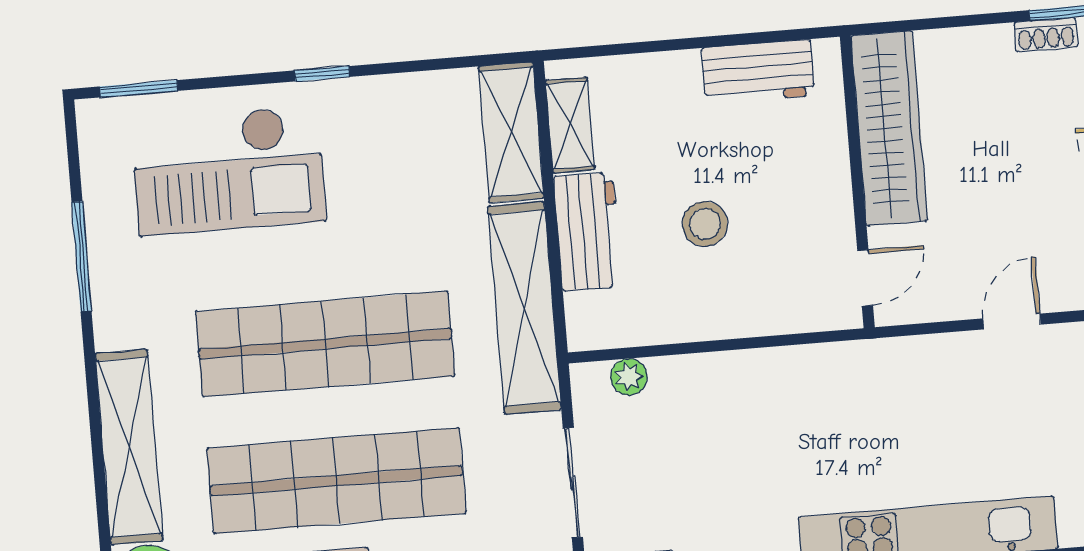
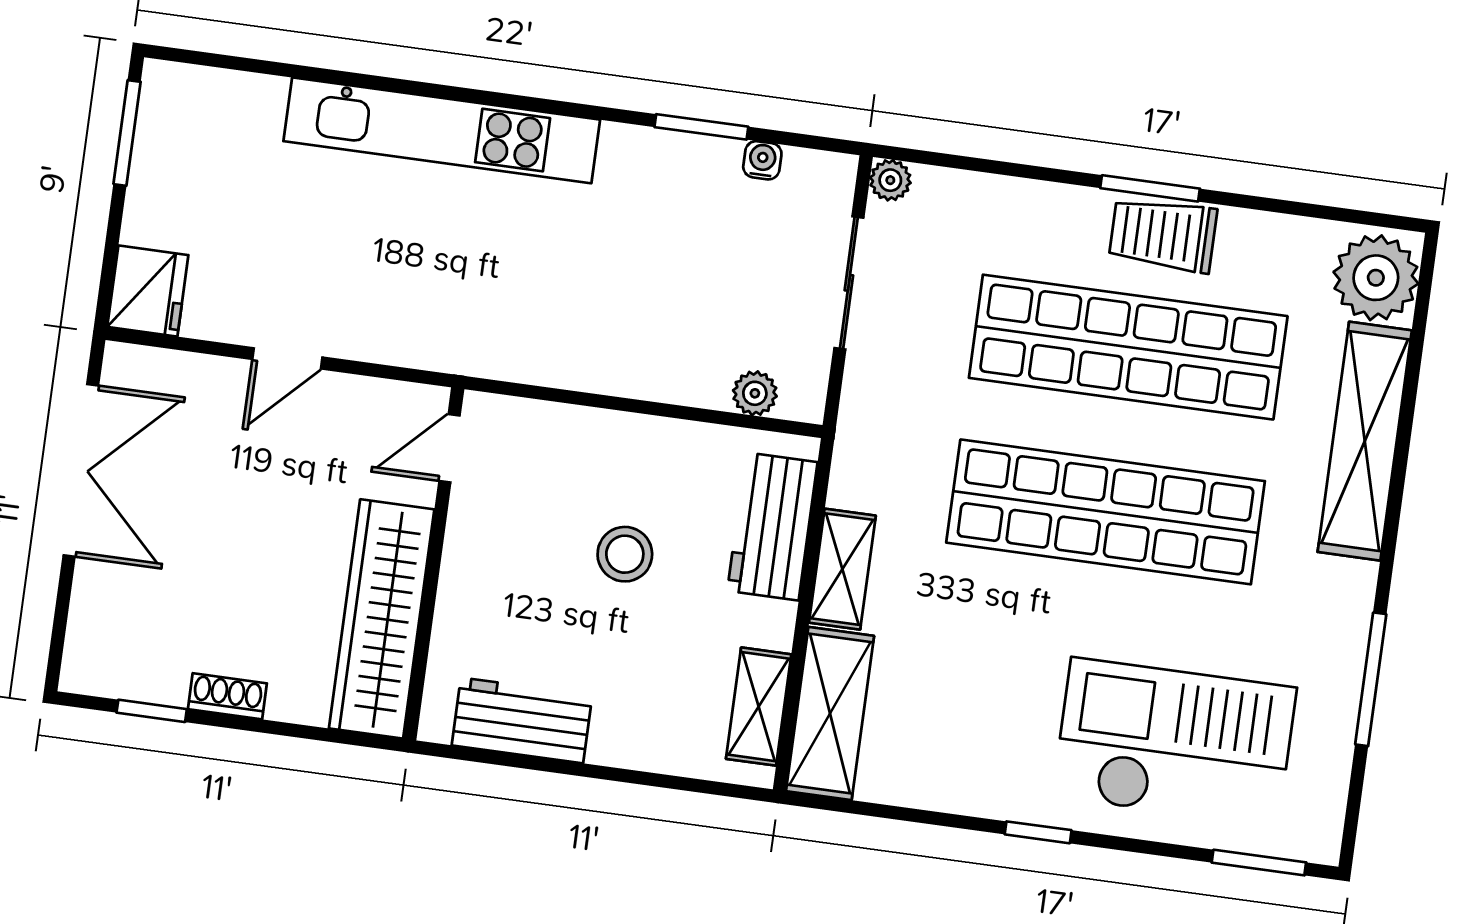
shoe rack: (1046, 35) -> (227, 696), moved
workbench: (588, 232) -> (772, 527), moved
shelving: (525, 308) -> (842, 569), width x0.45, depth x0.75

